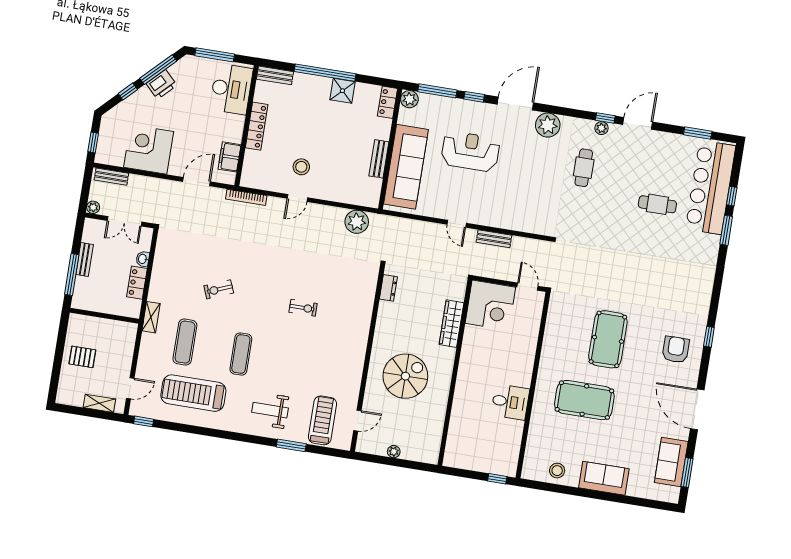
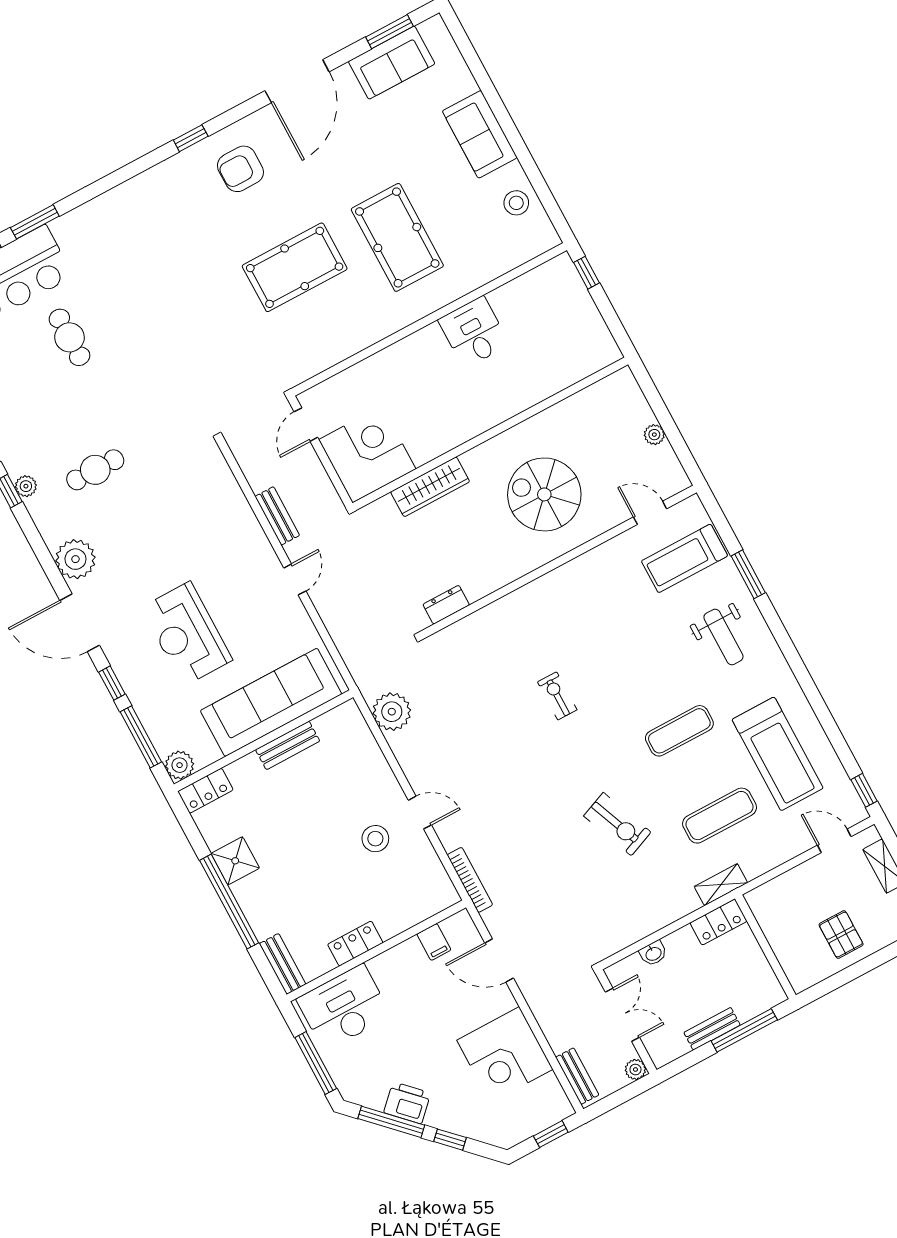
locker: (257, 126) -> (355, 944), width x0.66
filing cabinet: (230, 157) -> (434, 942), width x0.50
locker: (137, 283) -> (719, 922), moved
exercise bike: (219, 289) -> (617, 824), width x1.38, depth x1.39

